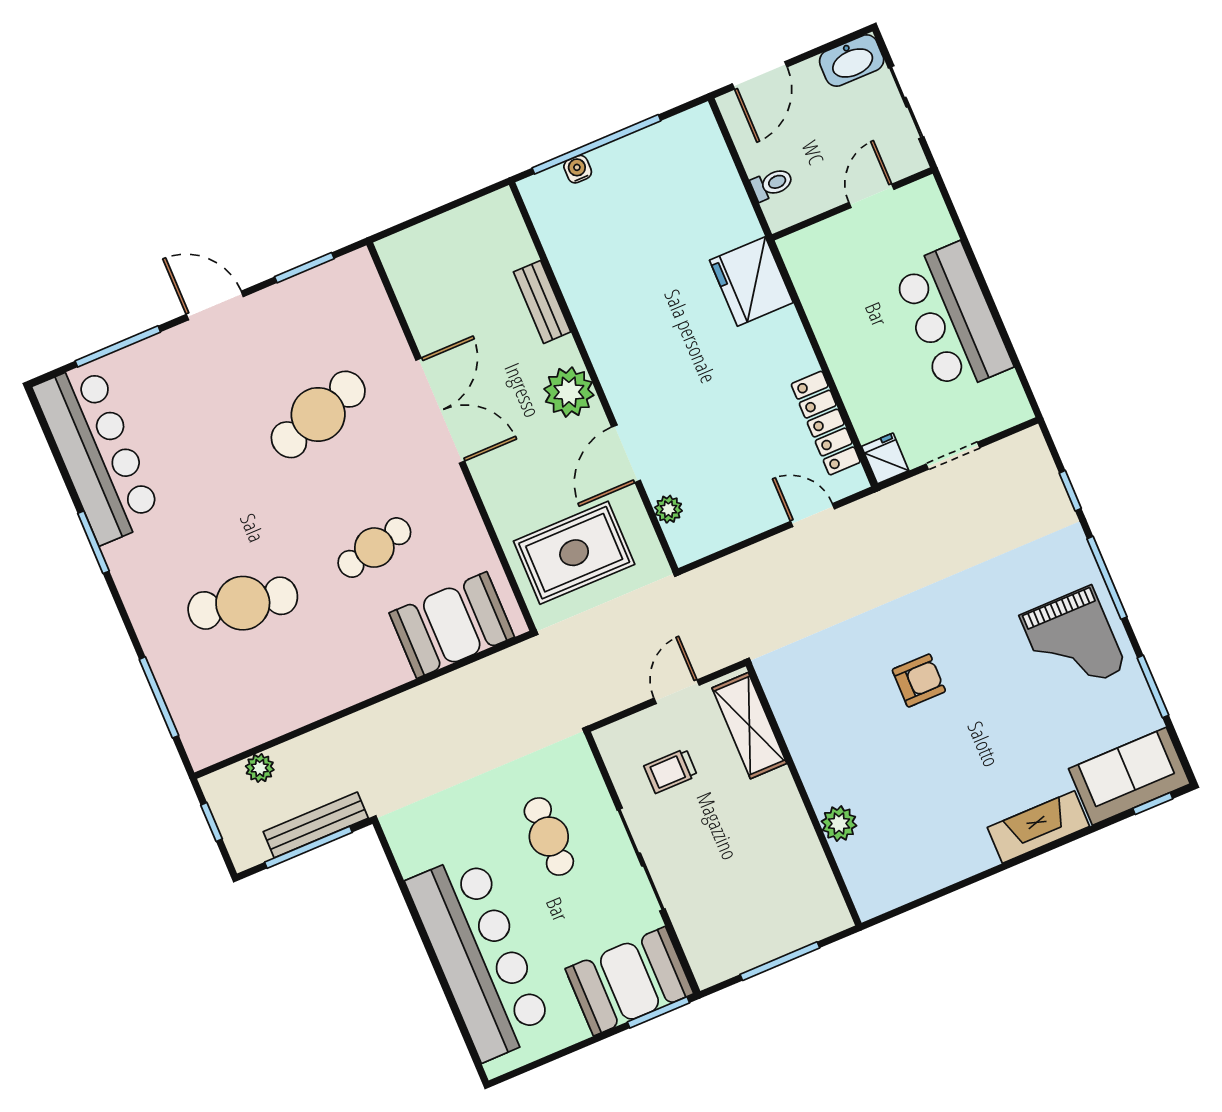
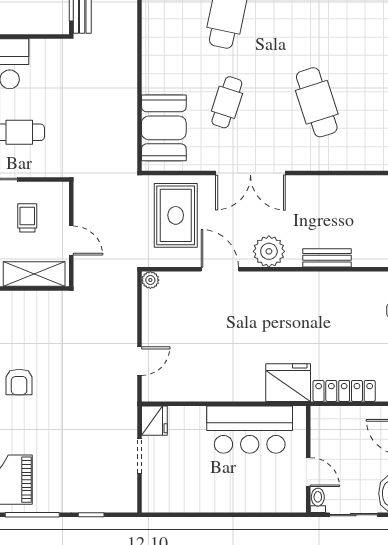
toilet: (772, 184) -> (318, 500), moved, turned 180
bar counter: (952, 318) -> (250, 430), moved, turned 180
double door: (440, 411) -> (250, 173), moved
locker: (826, 423) -> (344, 391), moved
fridge: (885, 458) -> (154, 421), width x1.38
plant: (668, 509) -> (150, 280), moved
cafe table: (374, 548) -> (227, 102), turned 30

